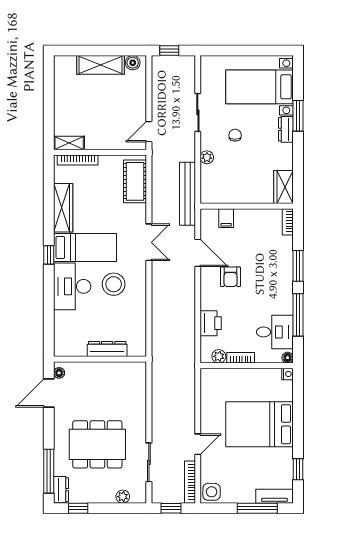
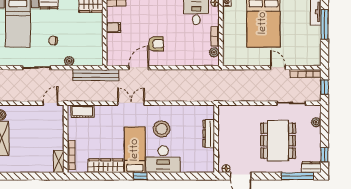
door: (149, 132) -> (50, 103), swing flipped
cot: (135, 181) -> (82, 111), width x0.73, depth x0.75
filing cabinet: (226, 218) -> (113, 27), moved
printer: (211, 323) -> (190, 58), removed
side table: (212, 492) -> (313, 58), removed

